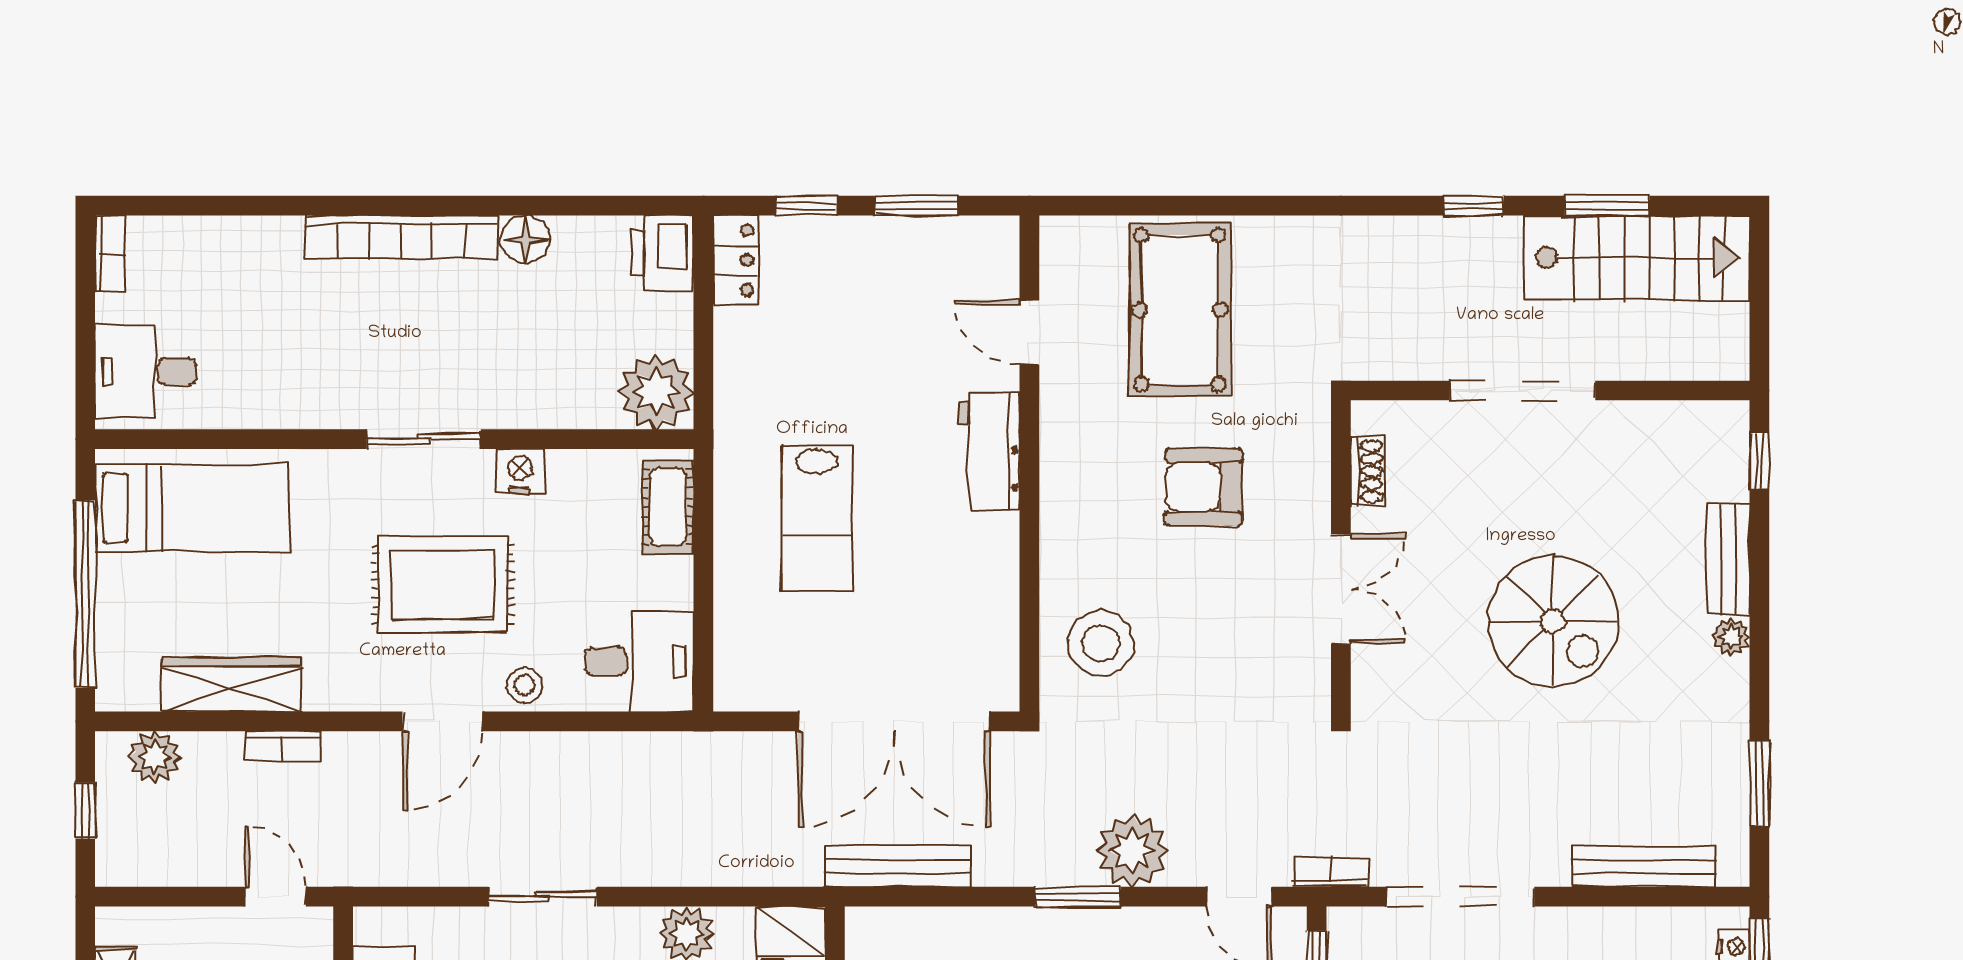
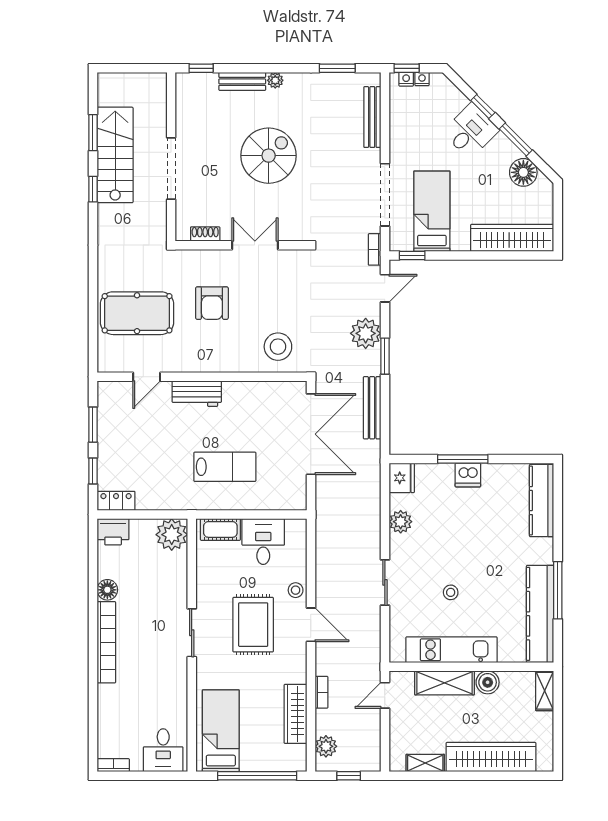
stairs: (1637, 258) -> (115, 155), moved
nightstand: (520, 471) -> (205, 592), removed
desk: (639, 661) -> (263, 542), moved
bench: (898, 866) -> (372, 408), moved

